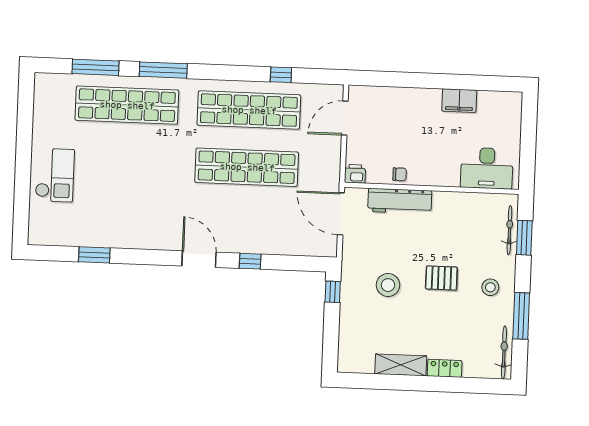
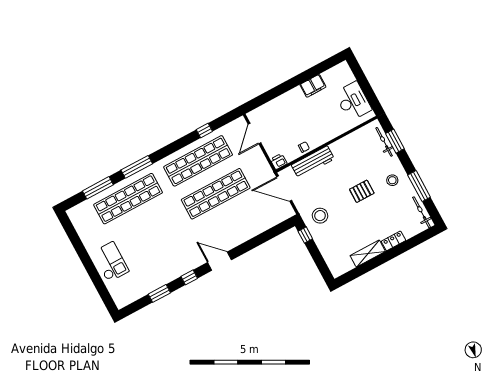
desk: (487, 168) -> (353, 101), moved, turned -90
window: (250, 261) -> (189, 277), moved
stool: (388, 285) -> (320, 216), moved

